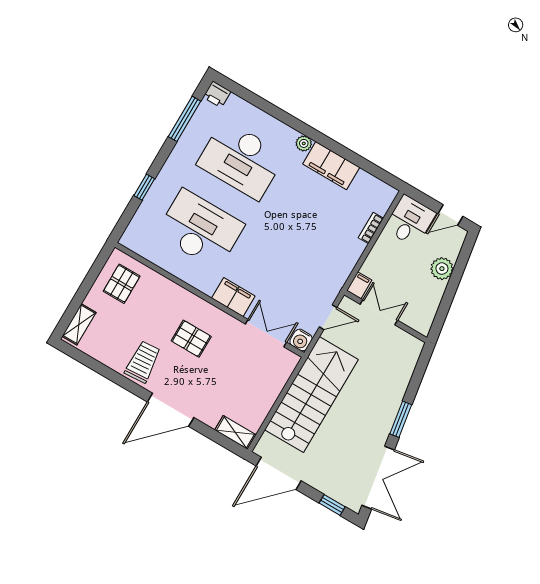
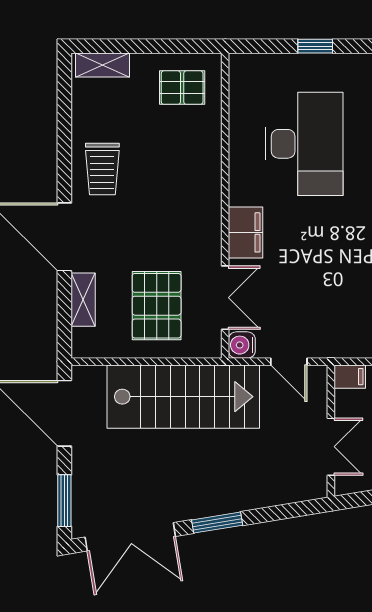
double door: (379, 312) -> (331, 447), moved
pallet: (191, 339) -> (157, 306), moved, width x1.50, depth x1.42
trolley: (143, 362) -> (102, 169), turned 94
shelving: (235, 432) -> (83, 300), moved
window: (332, 505) -> (64, 501), width x1.50

